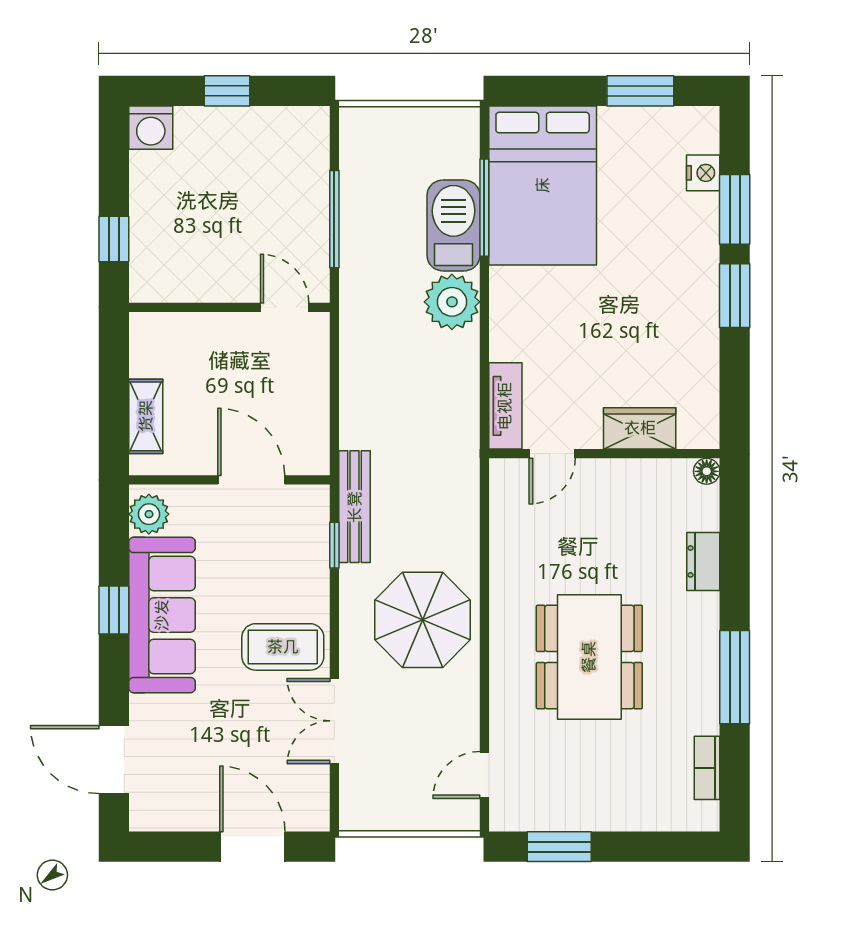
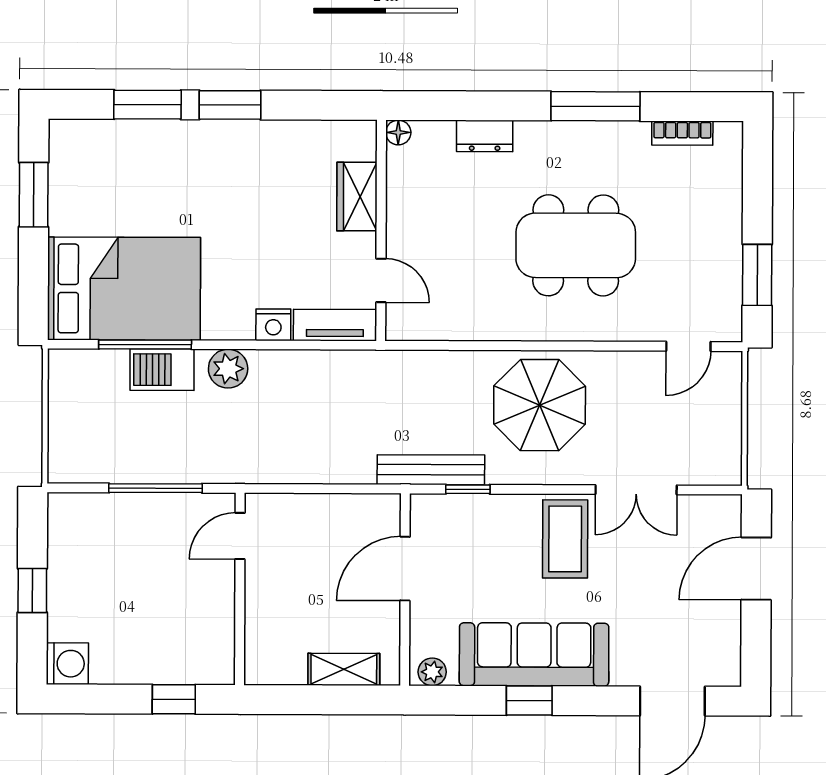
nightstand: (703, 173) -> (273, 325), moved, turned 180
barbecue: (454, 225) -> (162, 370), width x0.73, depth x0.83
plant: (452, 302) -> (228, 369), width x0.73, depth x0.73
plant: (149, 514) -> (432, 672), width x0.73, depth x0.73
door: (484, 775) -> (688, 346), hinge flipped

